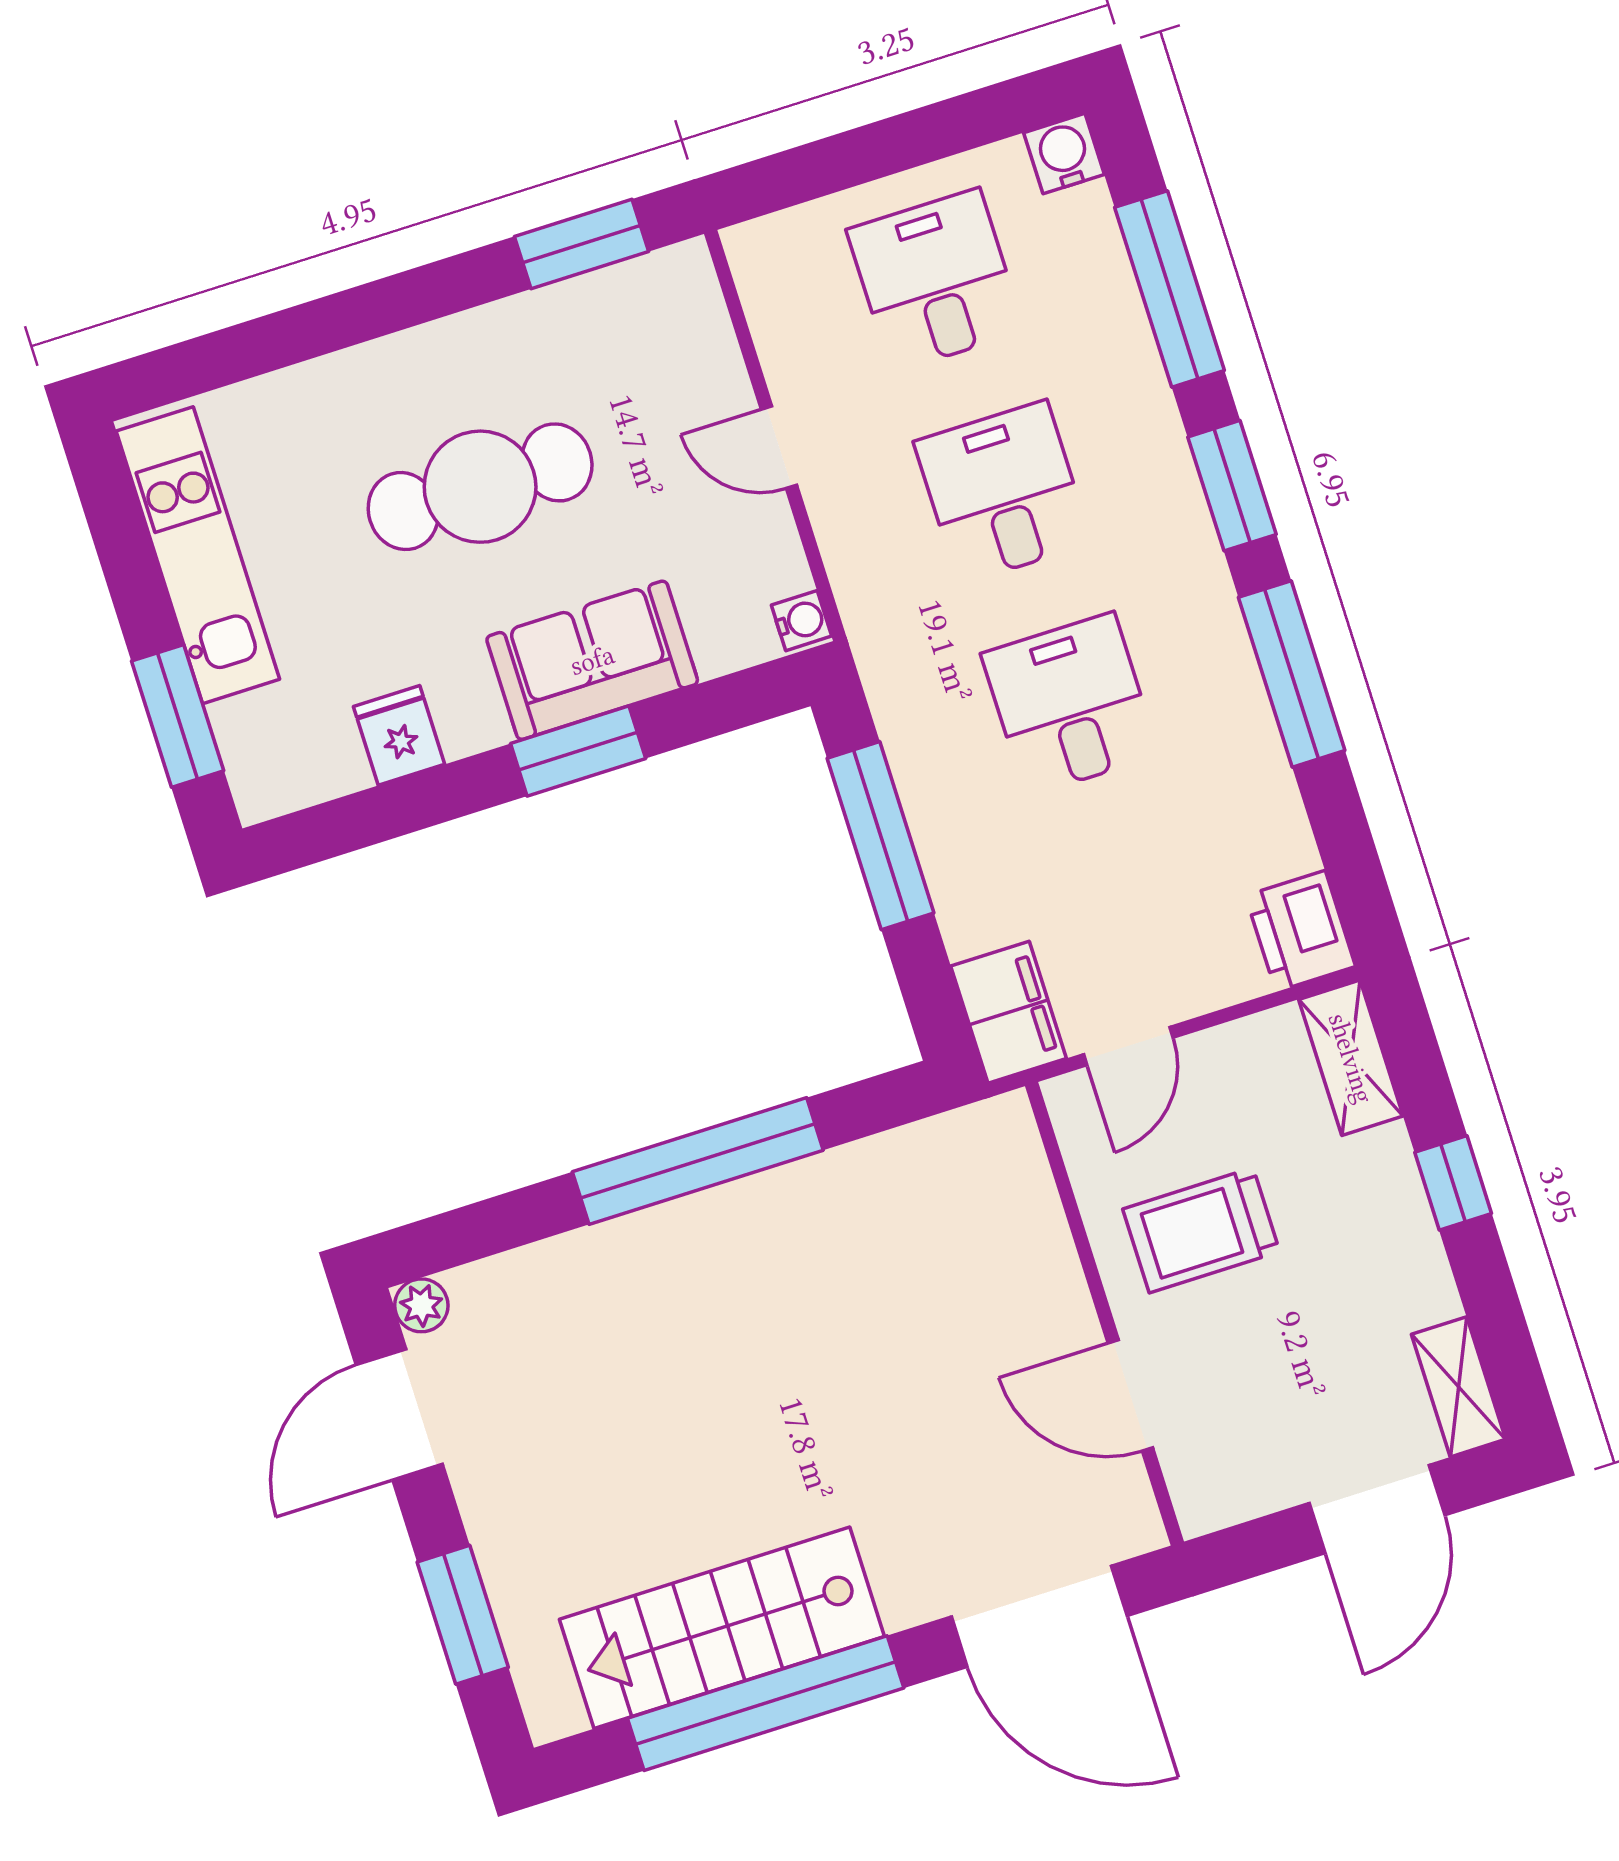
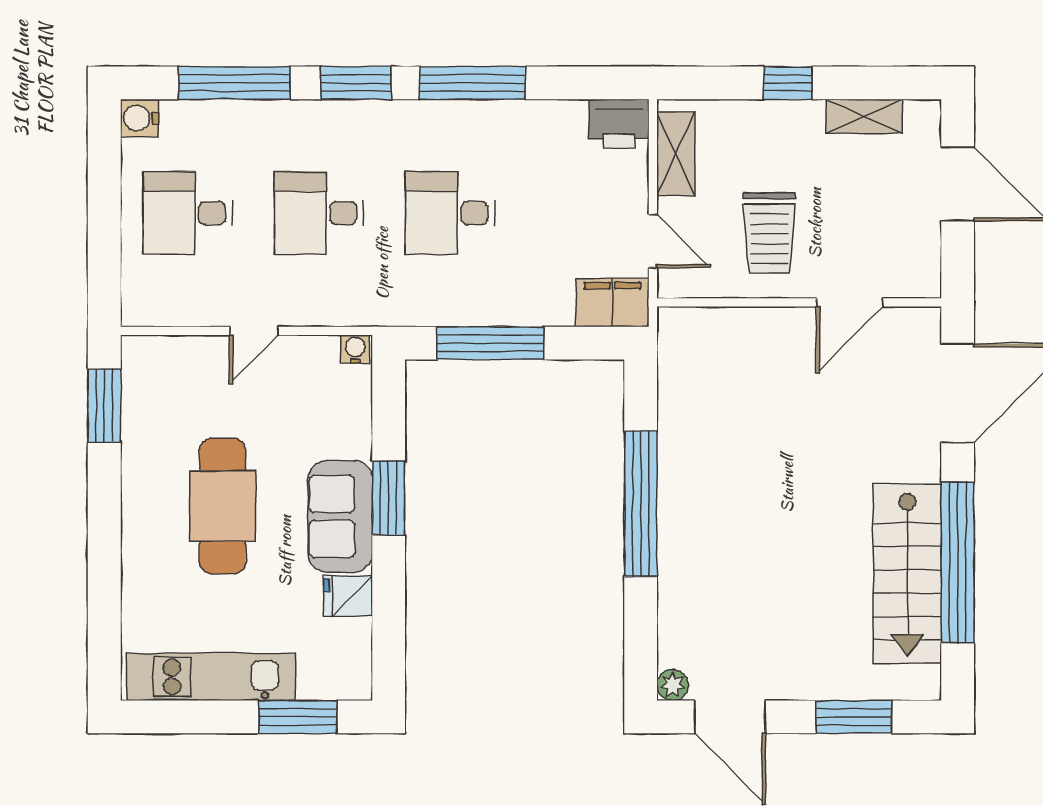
sofa: (592, 660) -> (340, 516), moved
shelving: (1351, 1058) -> (676, 154), moved, turned 90
shelving: (1459, 1387) -> (864, 116), moved

